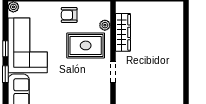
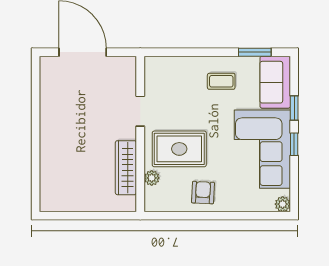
armchair: (69, 15) -> (203, 193), turned -87
coffee table: (56, 93) -> (221, 81), added

